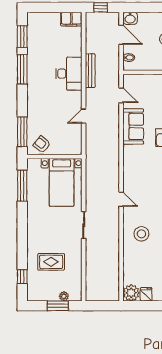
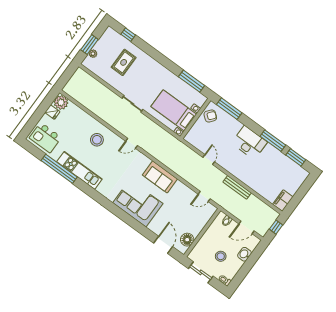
washbasin: (130, 18) -> (244, 254), moved
desk: (69, 74) -> (249, 142), moved, turned 180
sofa: (133, 126) -> (160, 177), moved

